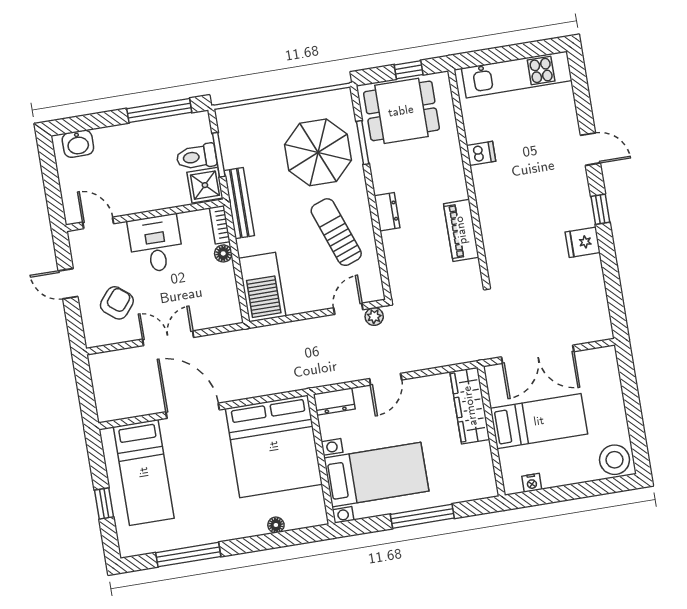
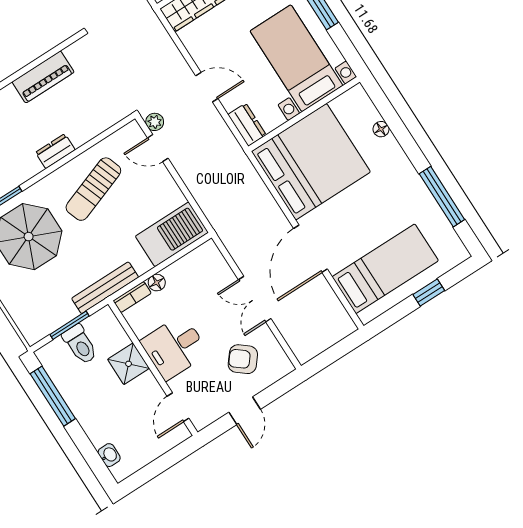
washbasin: (78, 144) -> (109, 455), width x0.72, depth x0.69
shower: (205, 185) -> (129, 364), moved

